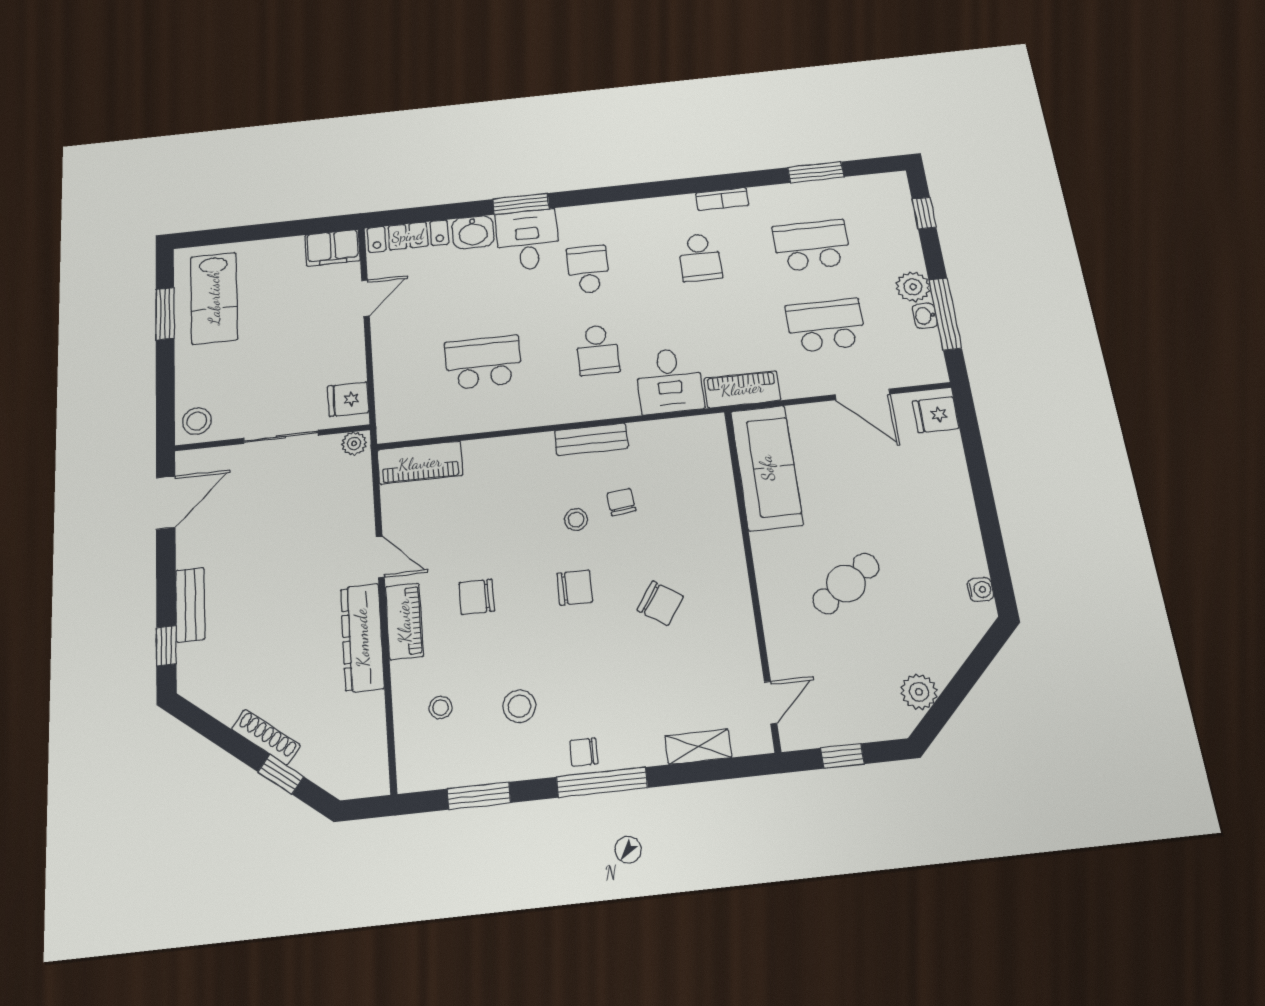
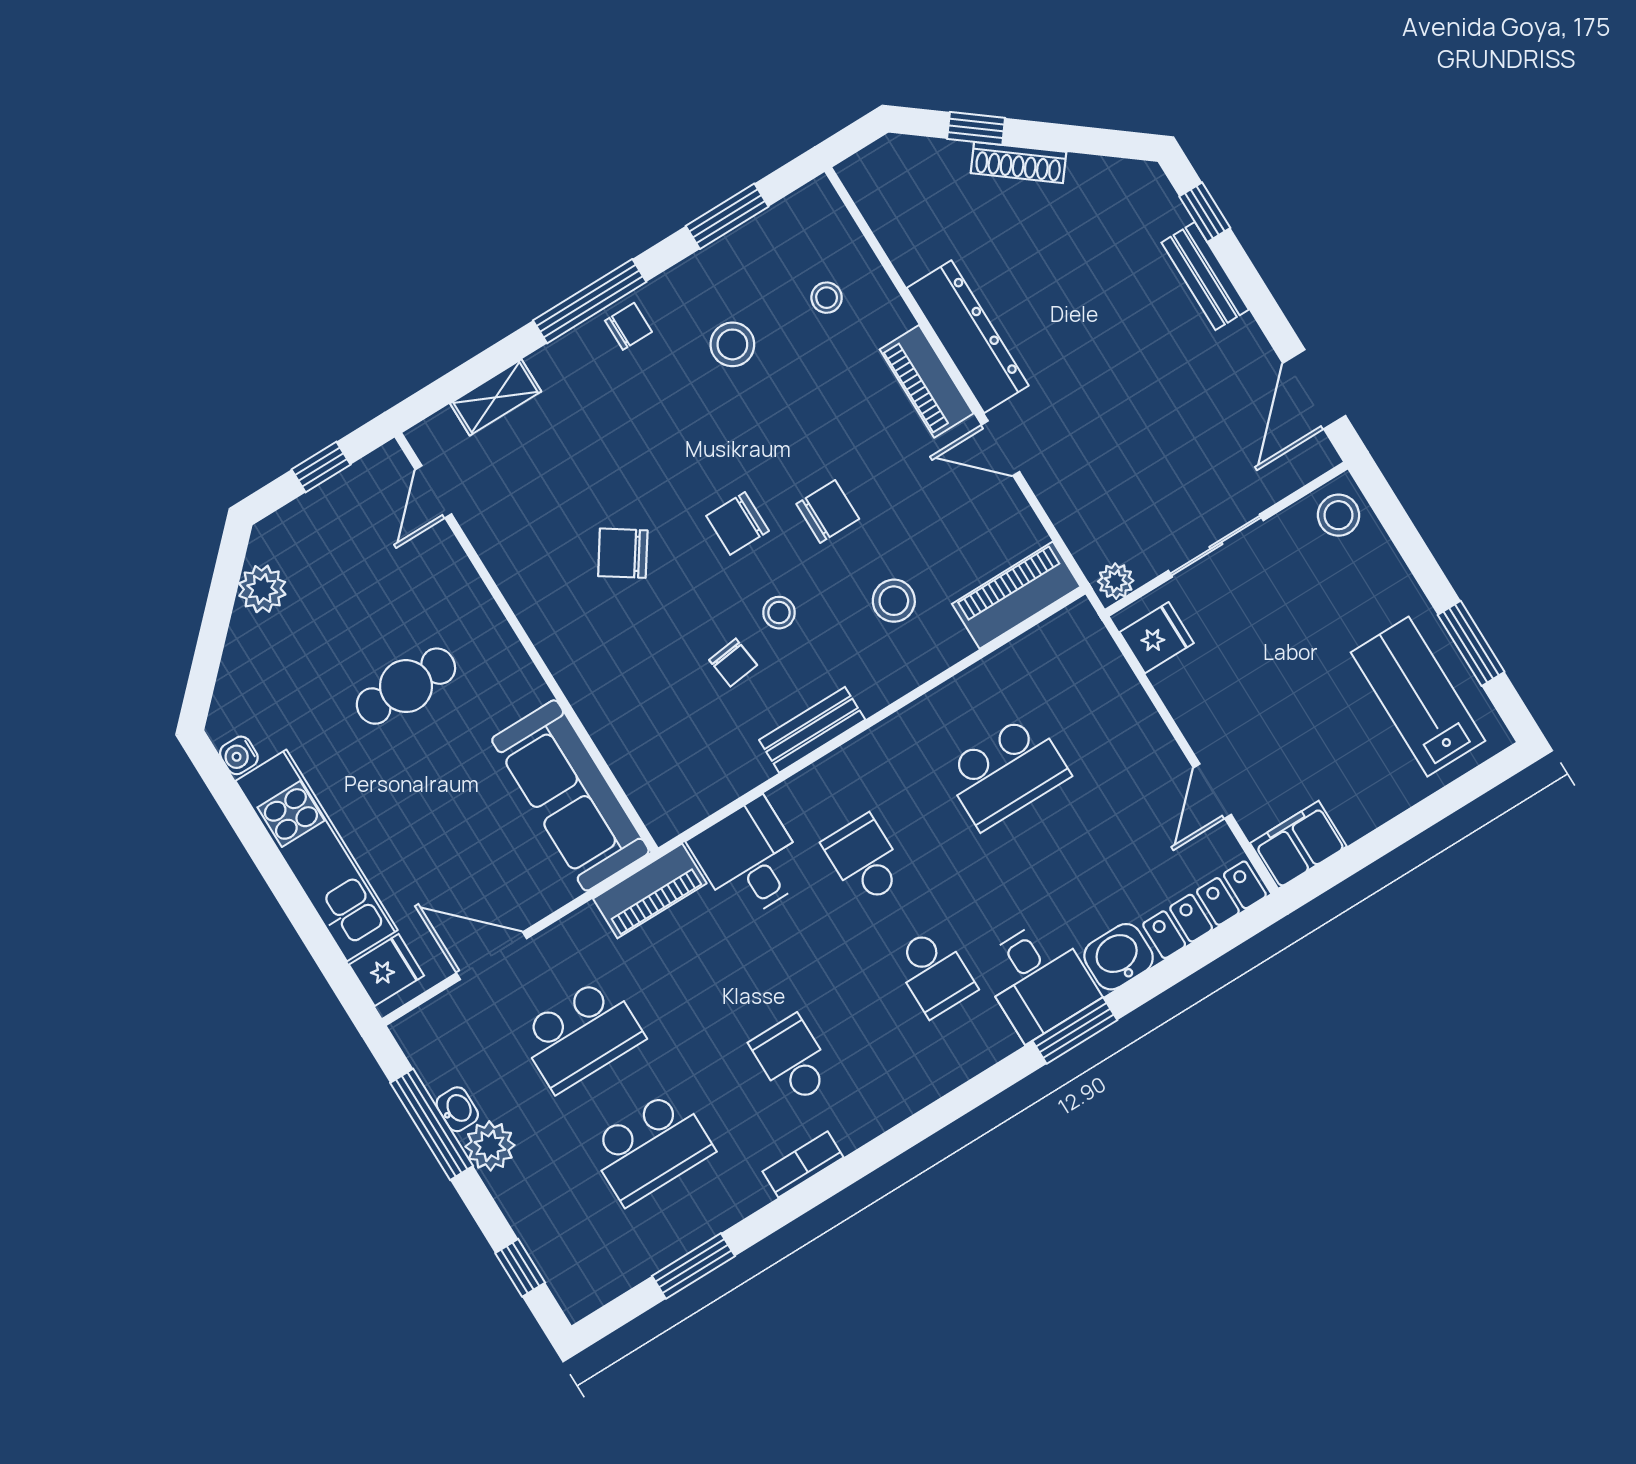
stool: (499, 494) -> (894, 601), added
kitchen unit: (953, 504) -> (317, 855), added
cafe table: (846, 584) -> (406, 686), turned 35
chair: (477, 597) -> (828, 511), moved

